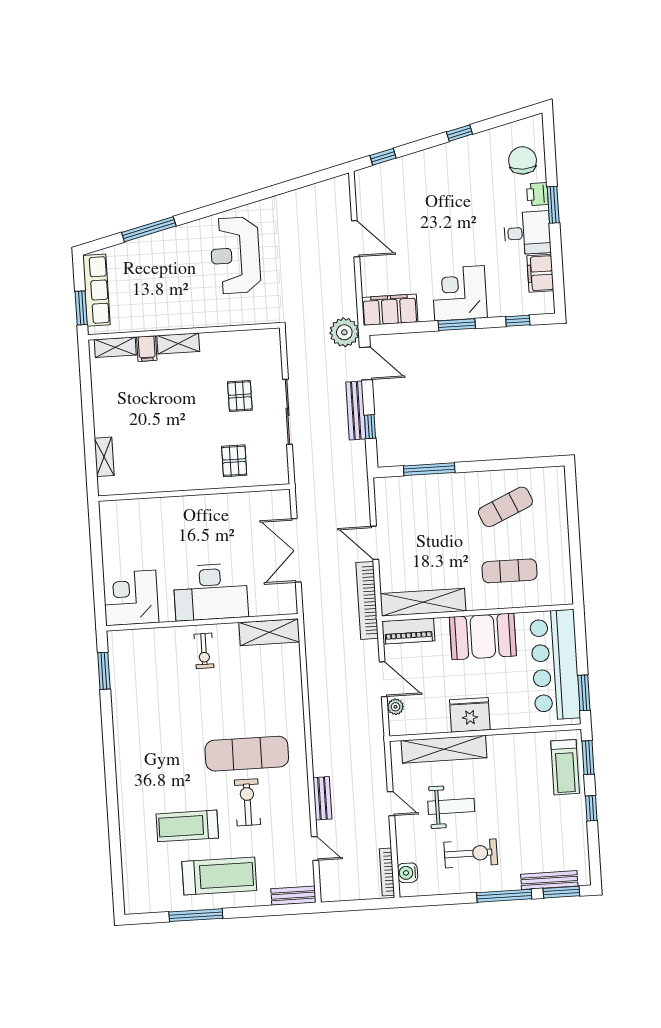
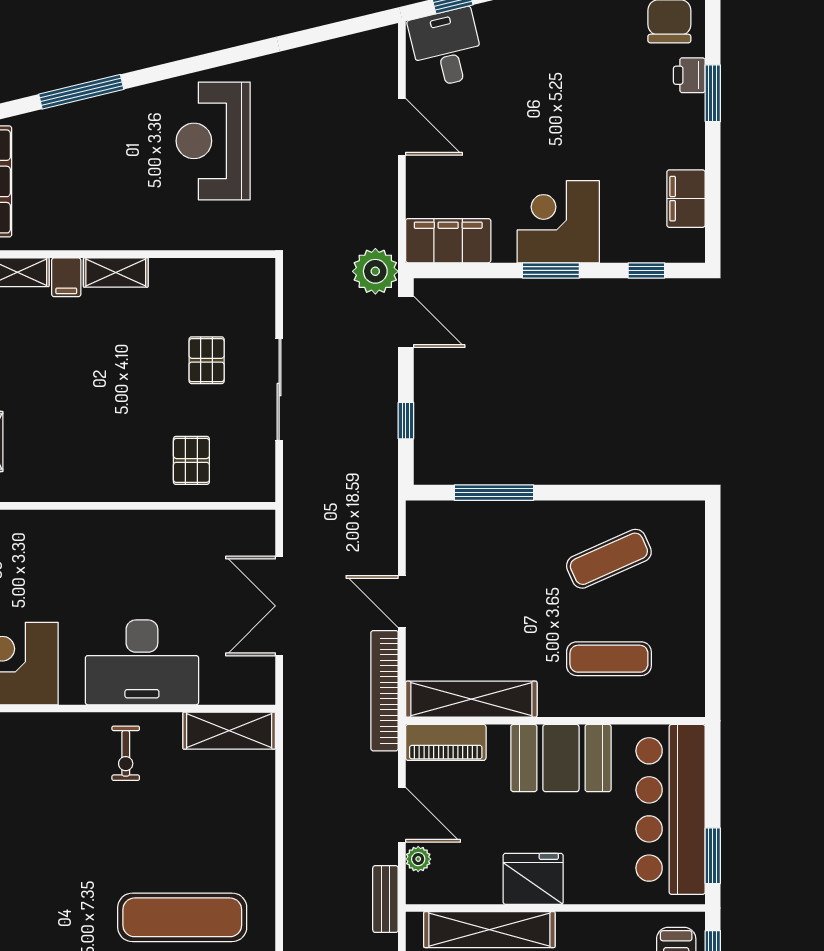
desk: (527, 233) -> (447, 48), moved, turned -104
bench: (356, 411) -> (385, 899), moved, width x0.73

